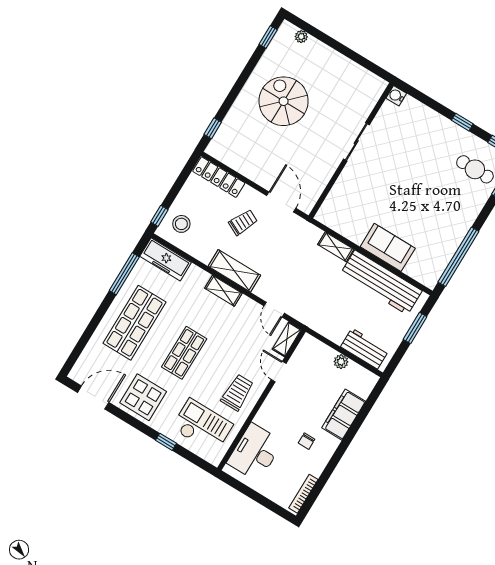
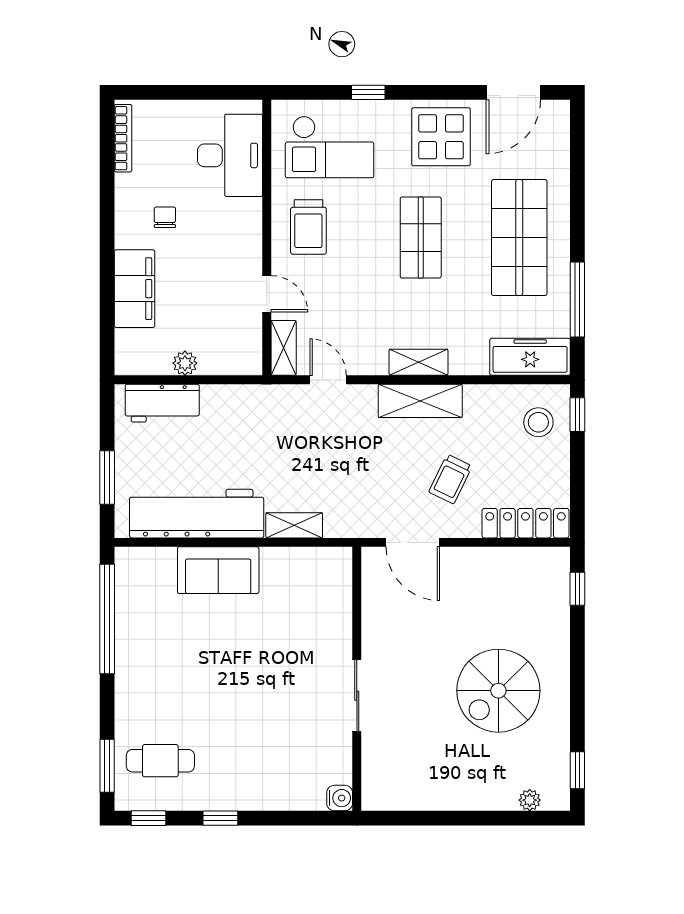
spiral stairs: (284, 101) -> (498, 691), turned 90

